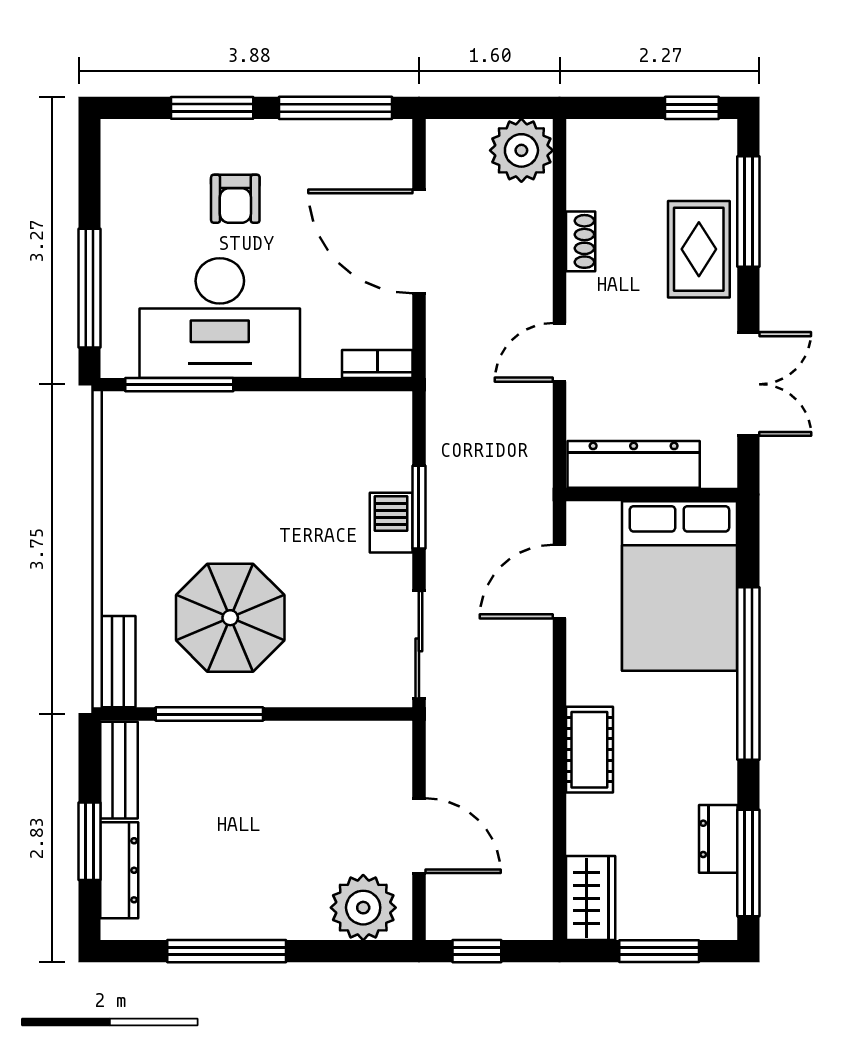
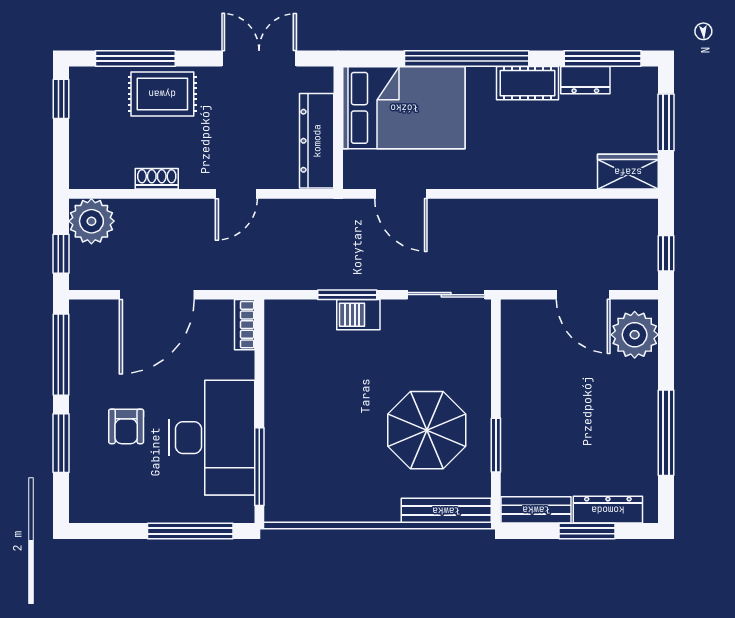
window: (476, 108) -> (61, 254), added
armchair: (235, 199) -> (126, 426), turned 90
door: (559, 352) -> (236, 194), hinge flipped
bench: (118, 662) -> (446, 511), width x1.36
window: (209, 714) -> (496, 445), width x0.69
cot: (589, 750) -> (528, 83), moved
door: (419, 836) -> (583, 295), swing flipped

